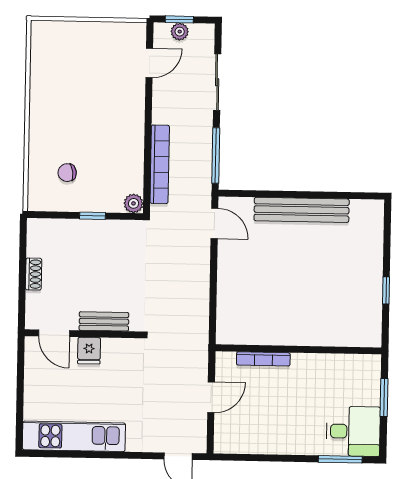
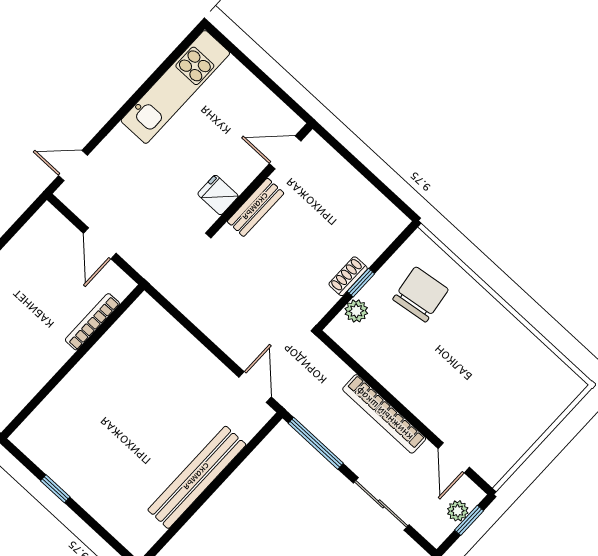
bookcase: (160, 164) -> (384, 414), moved
chair: (67, 173) -> (421, 294), width x1.87, depth x1.87
plant: (134, 203) -> (356, 311), moved
door: (214, 223) -> (255, 387), swing flipped
shoe rack: (34, 274) -> (348, 276), moved, turned 90
fridge: (89, 351) -> (218, 195), moved

